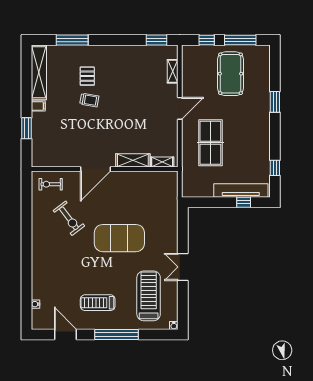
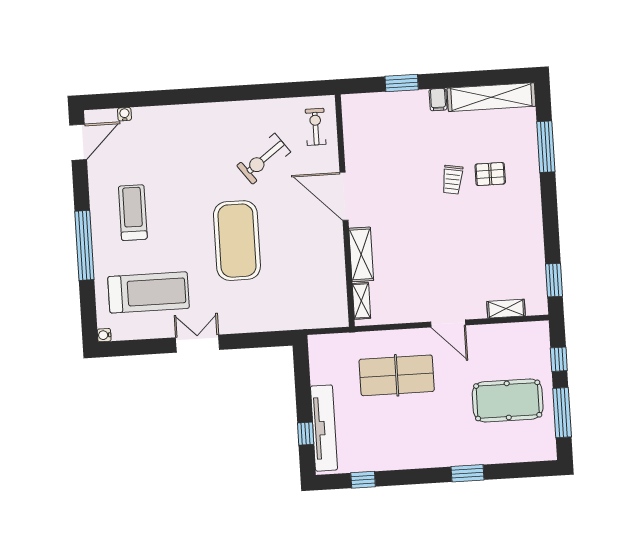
door: (65, 334) -> (78, 142), moved

